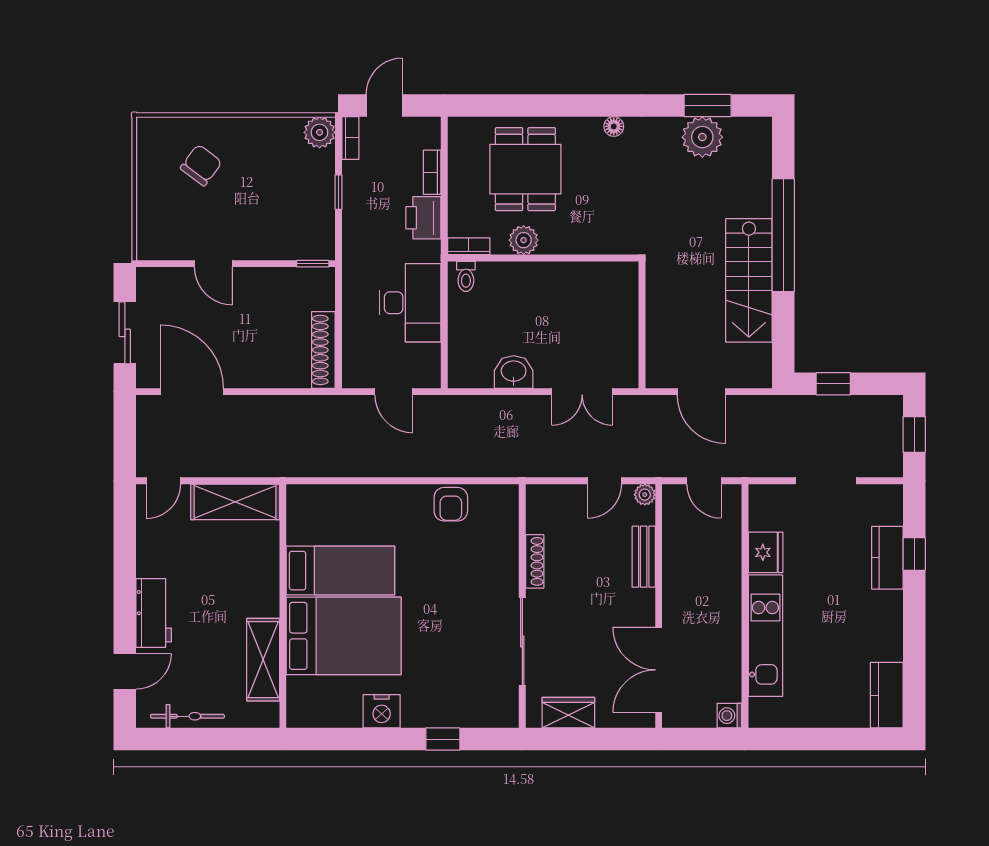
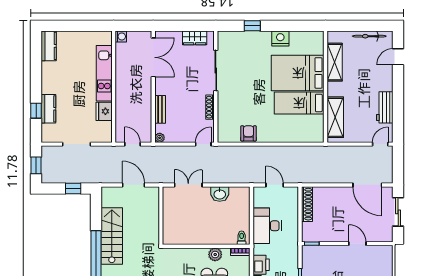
door: (604, 481) -> (203, 144), moved
shelving: (235, 502) -> (335, 117), moved, turned 90
workbench: (154, 613) -> (385, 107), moved

